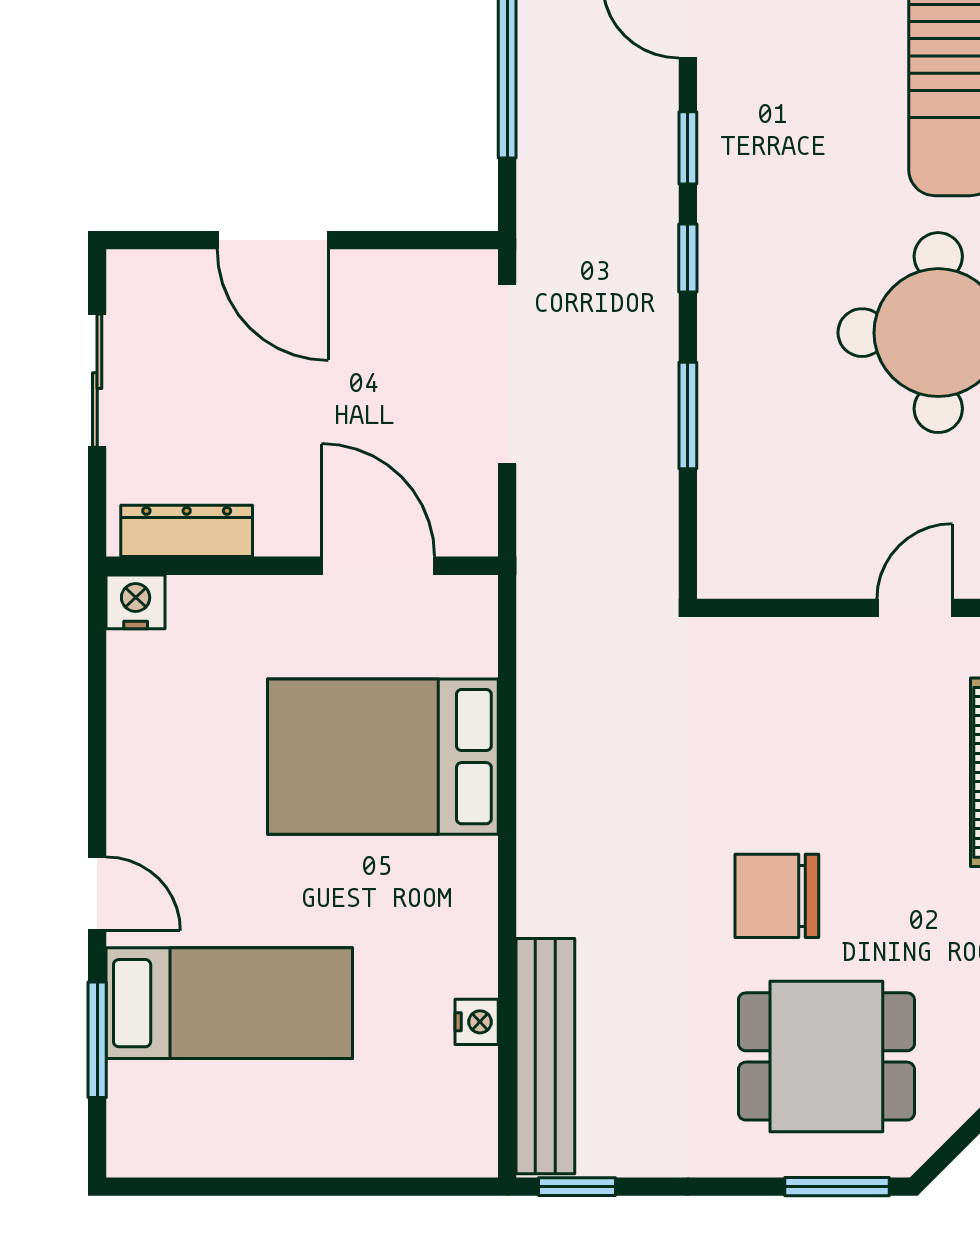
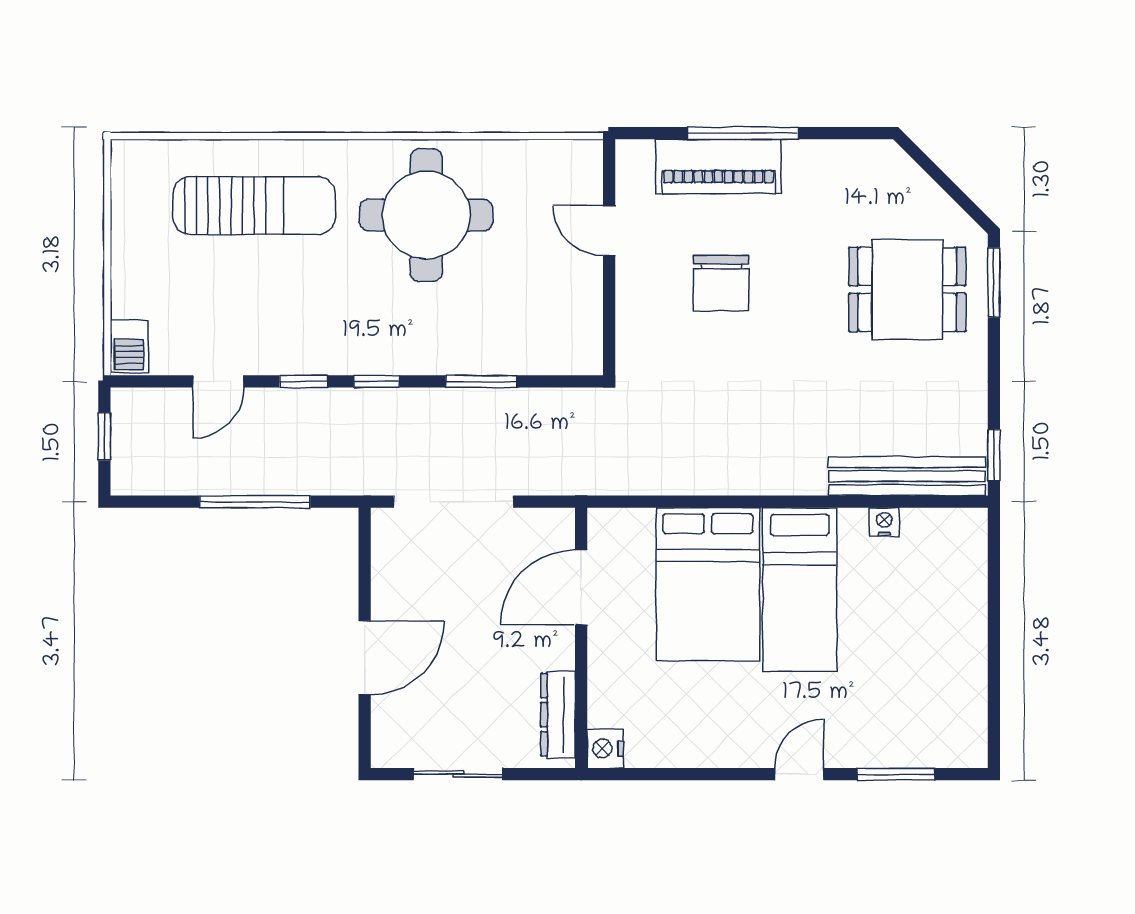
chair: (777, 896) -> (721, 283), moved
bed: (229, 1003) -> (800, 590), moved, turned 180
dining table: (826, 1056) -> (907, 289), turned 90

